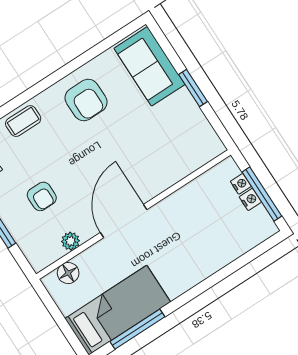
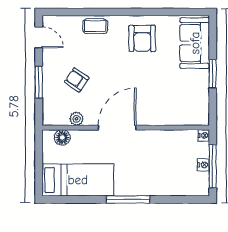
nightstand: (241, 184) -> (204, 135), moved
armchair: (42, 196) -> (77, 80), turned 124
window: (137, 329) -> (128, 199), moved

